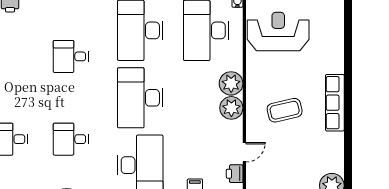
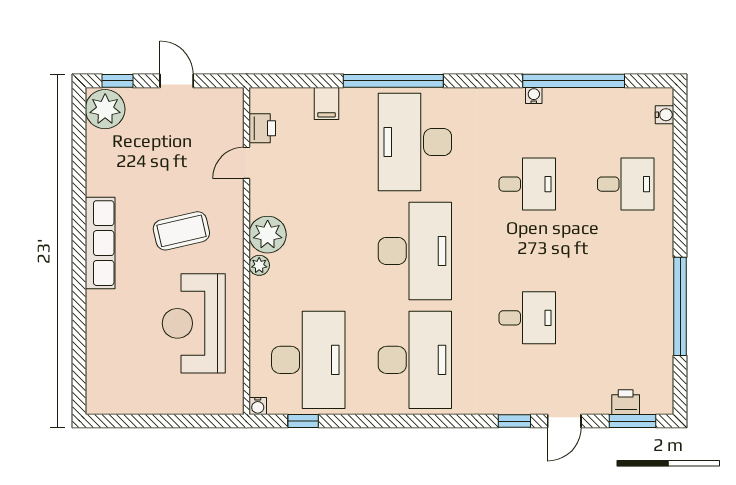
reception desk: (278, 32) -> (194, 323), moved, turned 90
plant: (231, 83) -> (259, 265), width x0.53, depth x0.53

